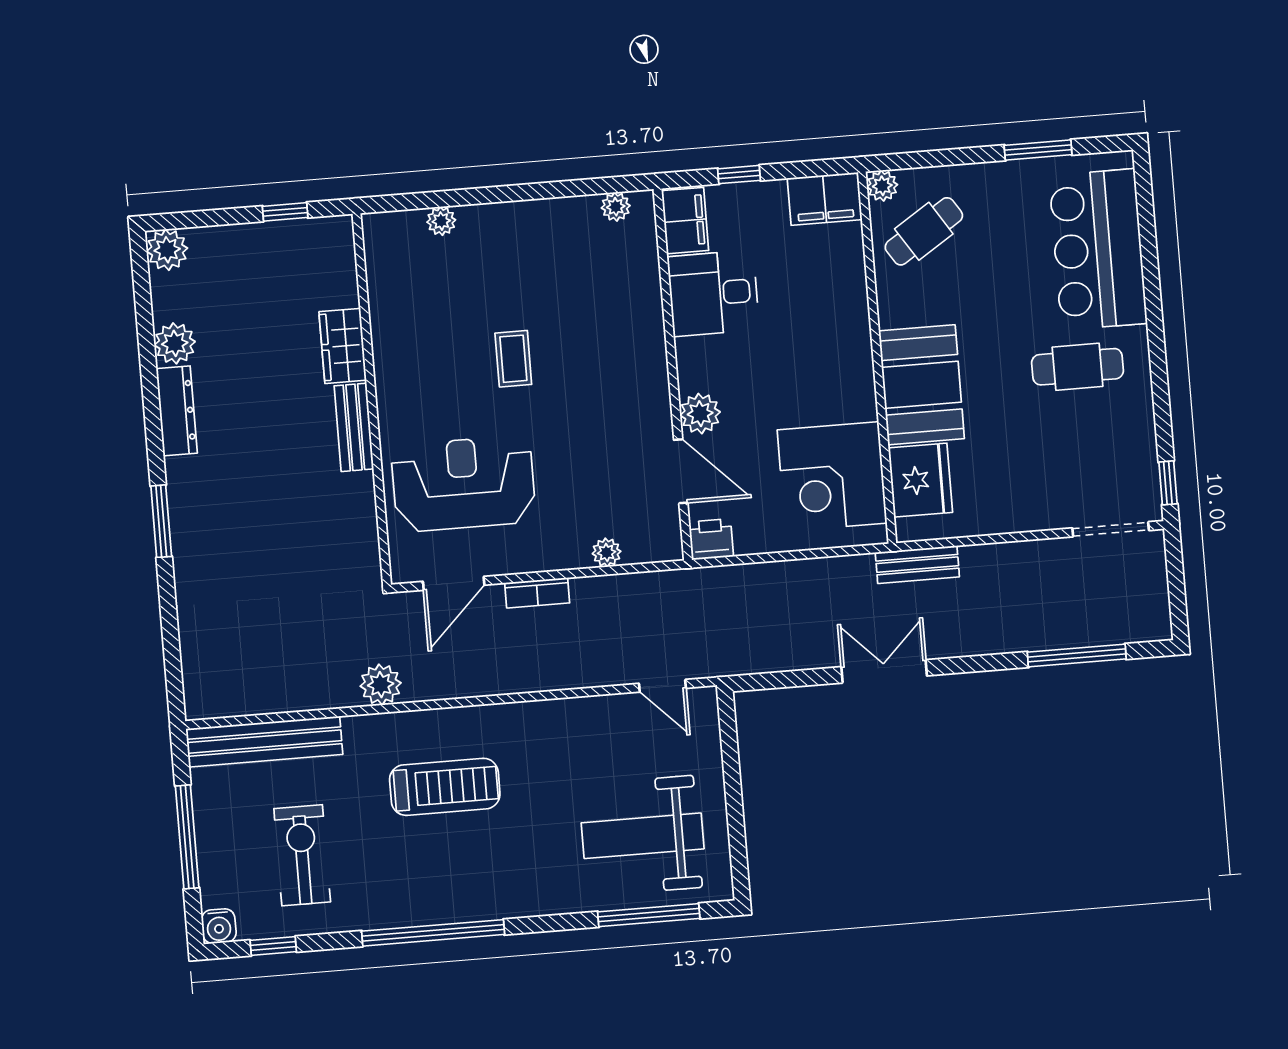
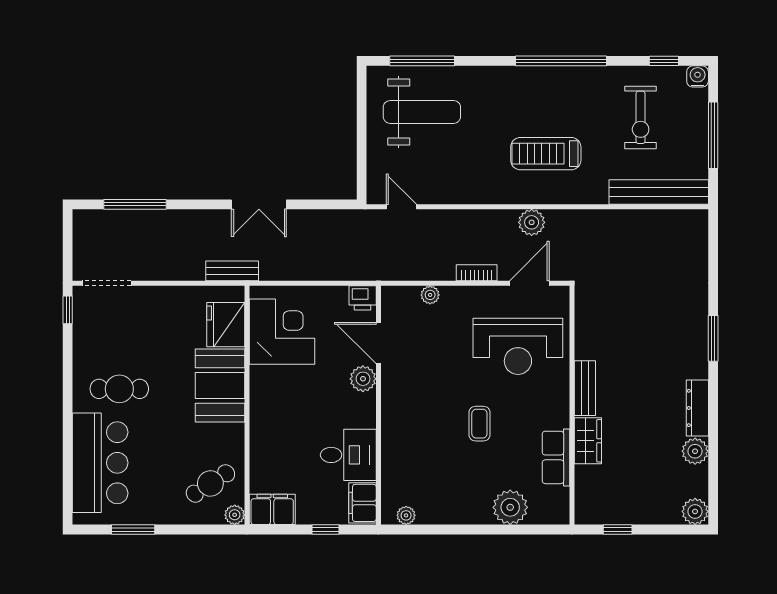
plant: (441, 221) -> (510, 507), width x1.88, depth x1.88
row of seats: (390, 316) -> (556, 457), added
plant: (381, 685) -> (532, 222), moved

